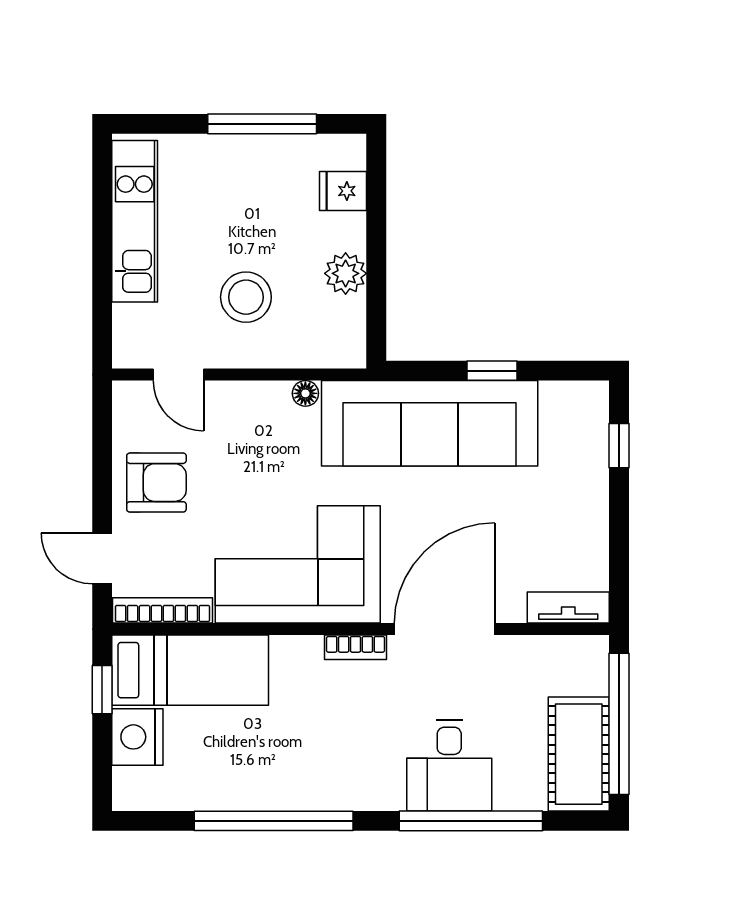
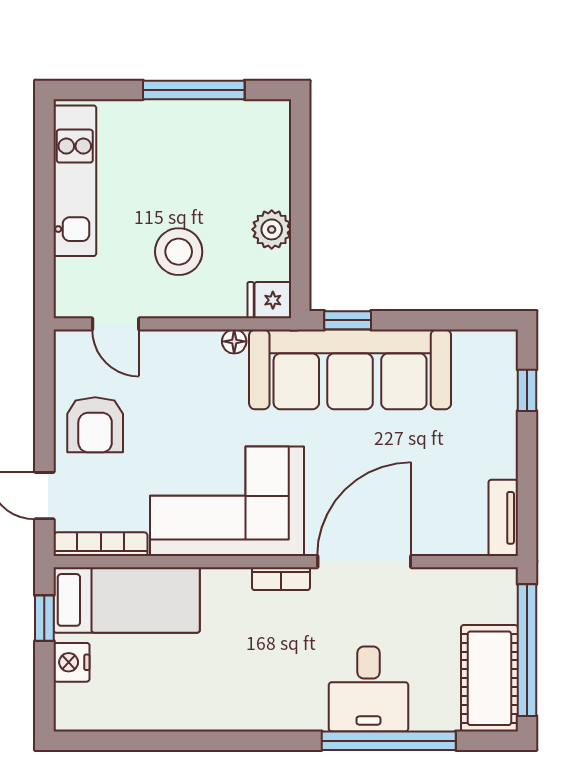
fridge: (343, 191) -> (269, 300), moved
window: (492, 371) -> (348, 320), moved
armchair: (156, 483) -> (95, 425), turned 90
tv unit: (568, 608) -> (503, 518), moved, turned -90
nightstand: (137, 737) -> (71, 662), width x0.74, depth x0.75
window: (274, 821) -> (204, 741), removed

